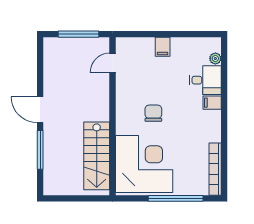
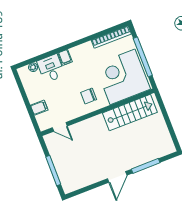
door: (112, 63) -> (60, 127), moved
wall: (112, 116) -> (97, 112), moved
stairs: (97, 156) -> (130, 113), moved
corner desk: (144, 164) -> (123, 77), moved

